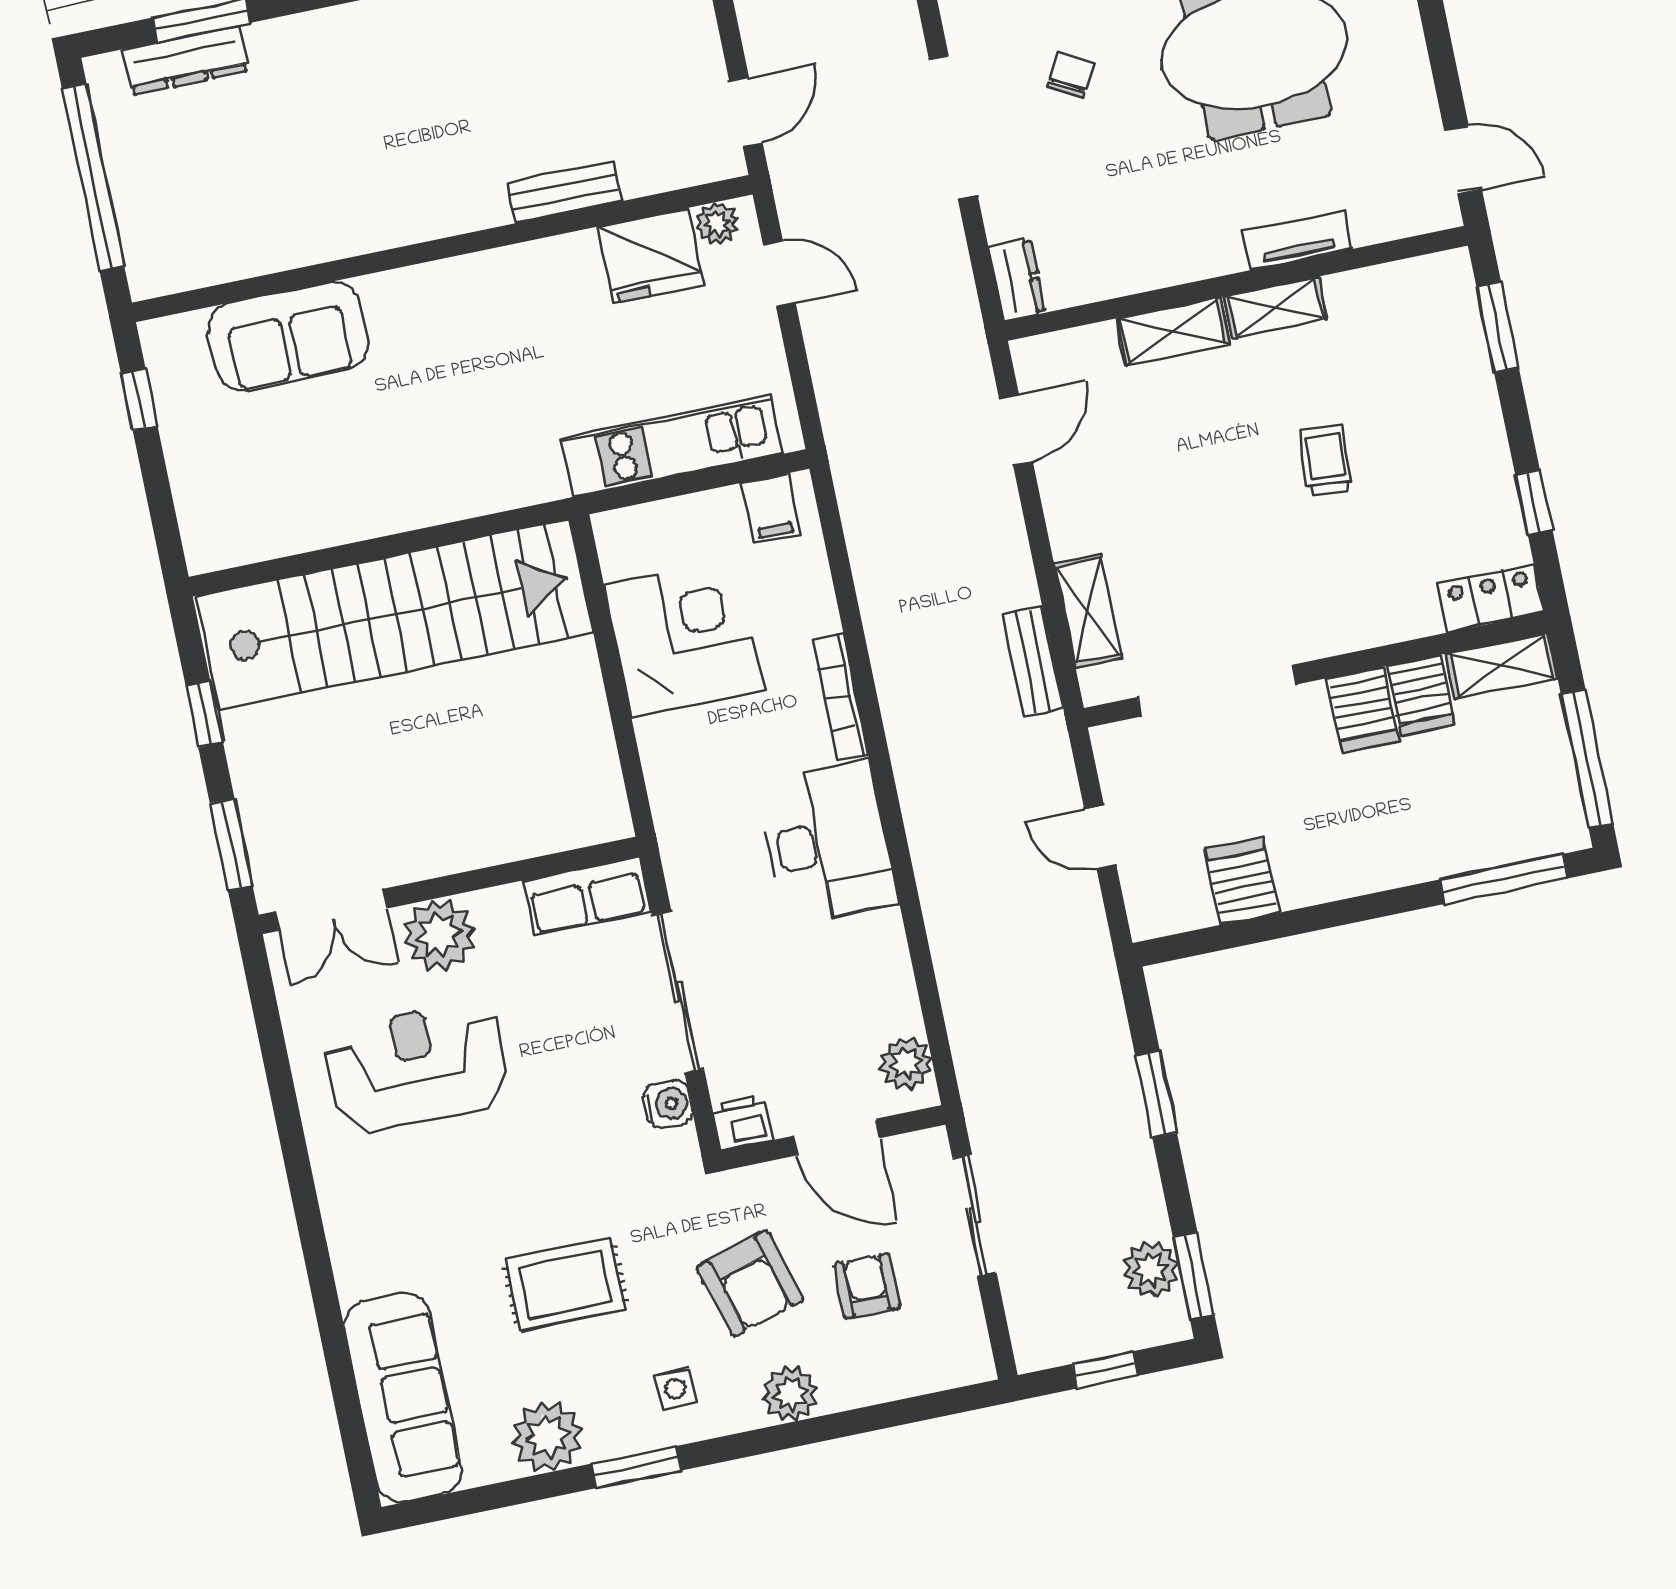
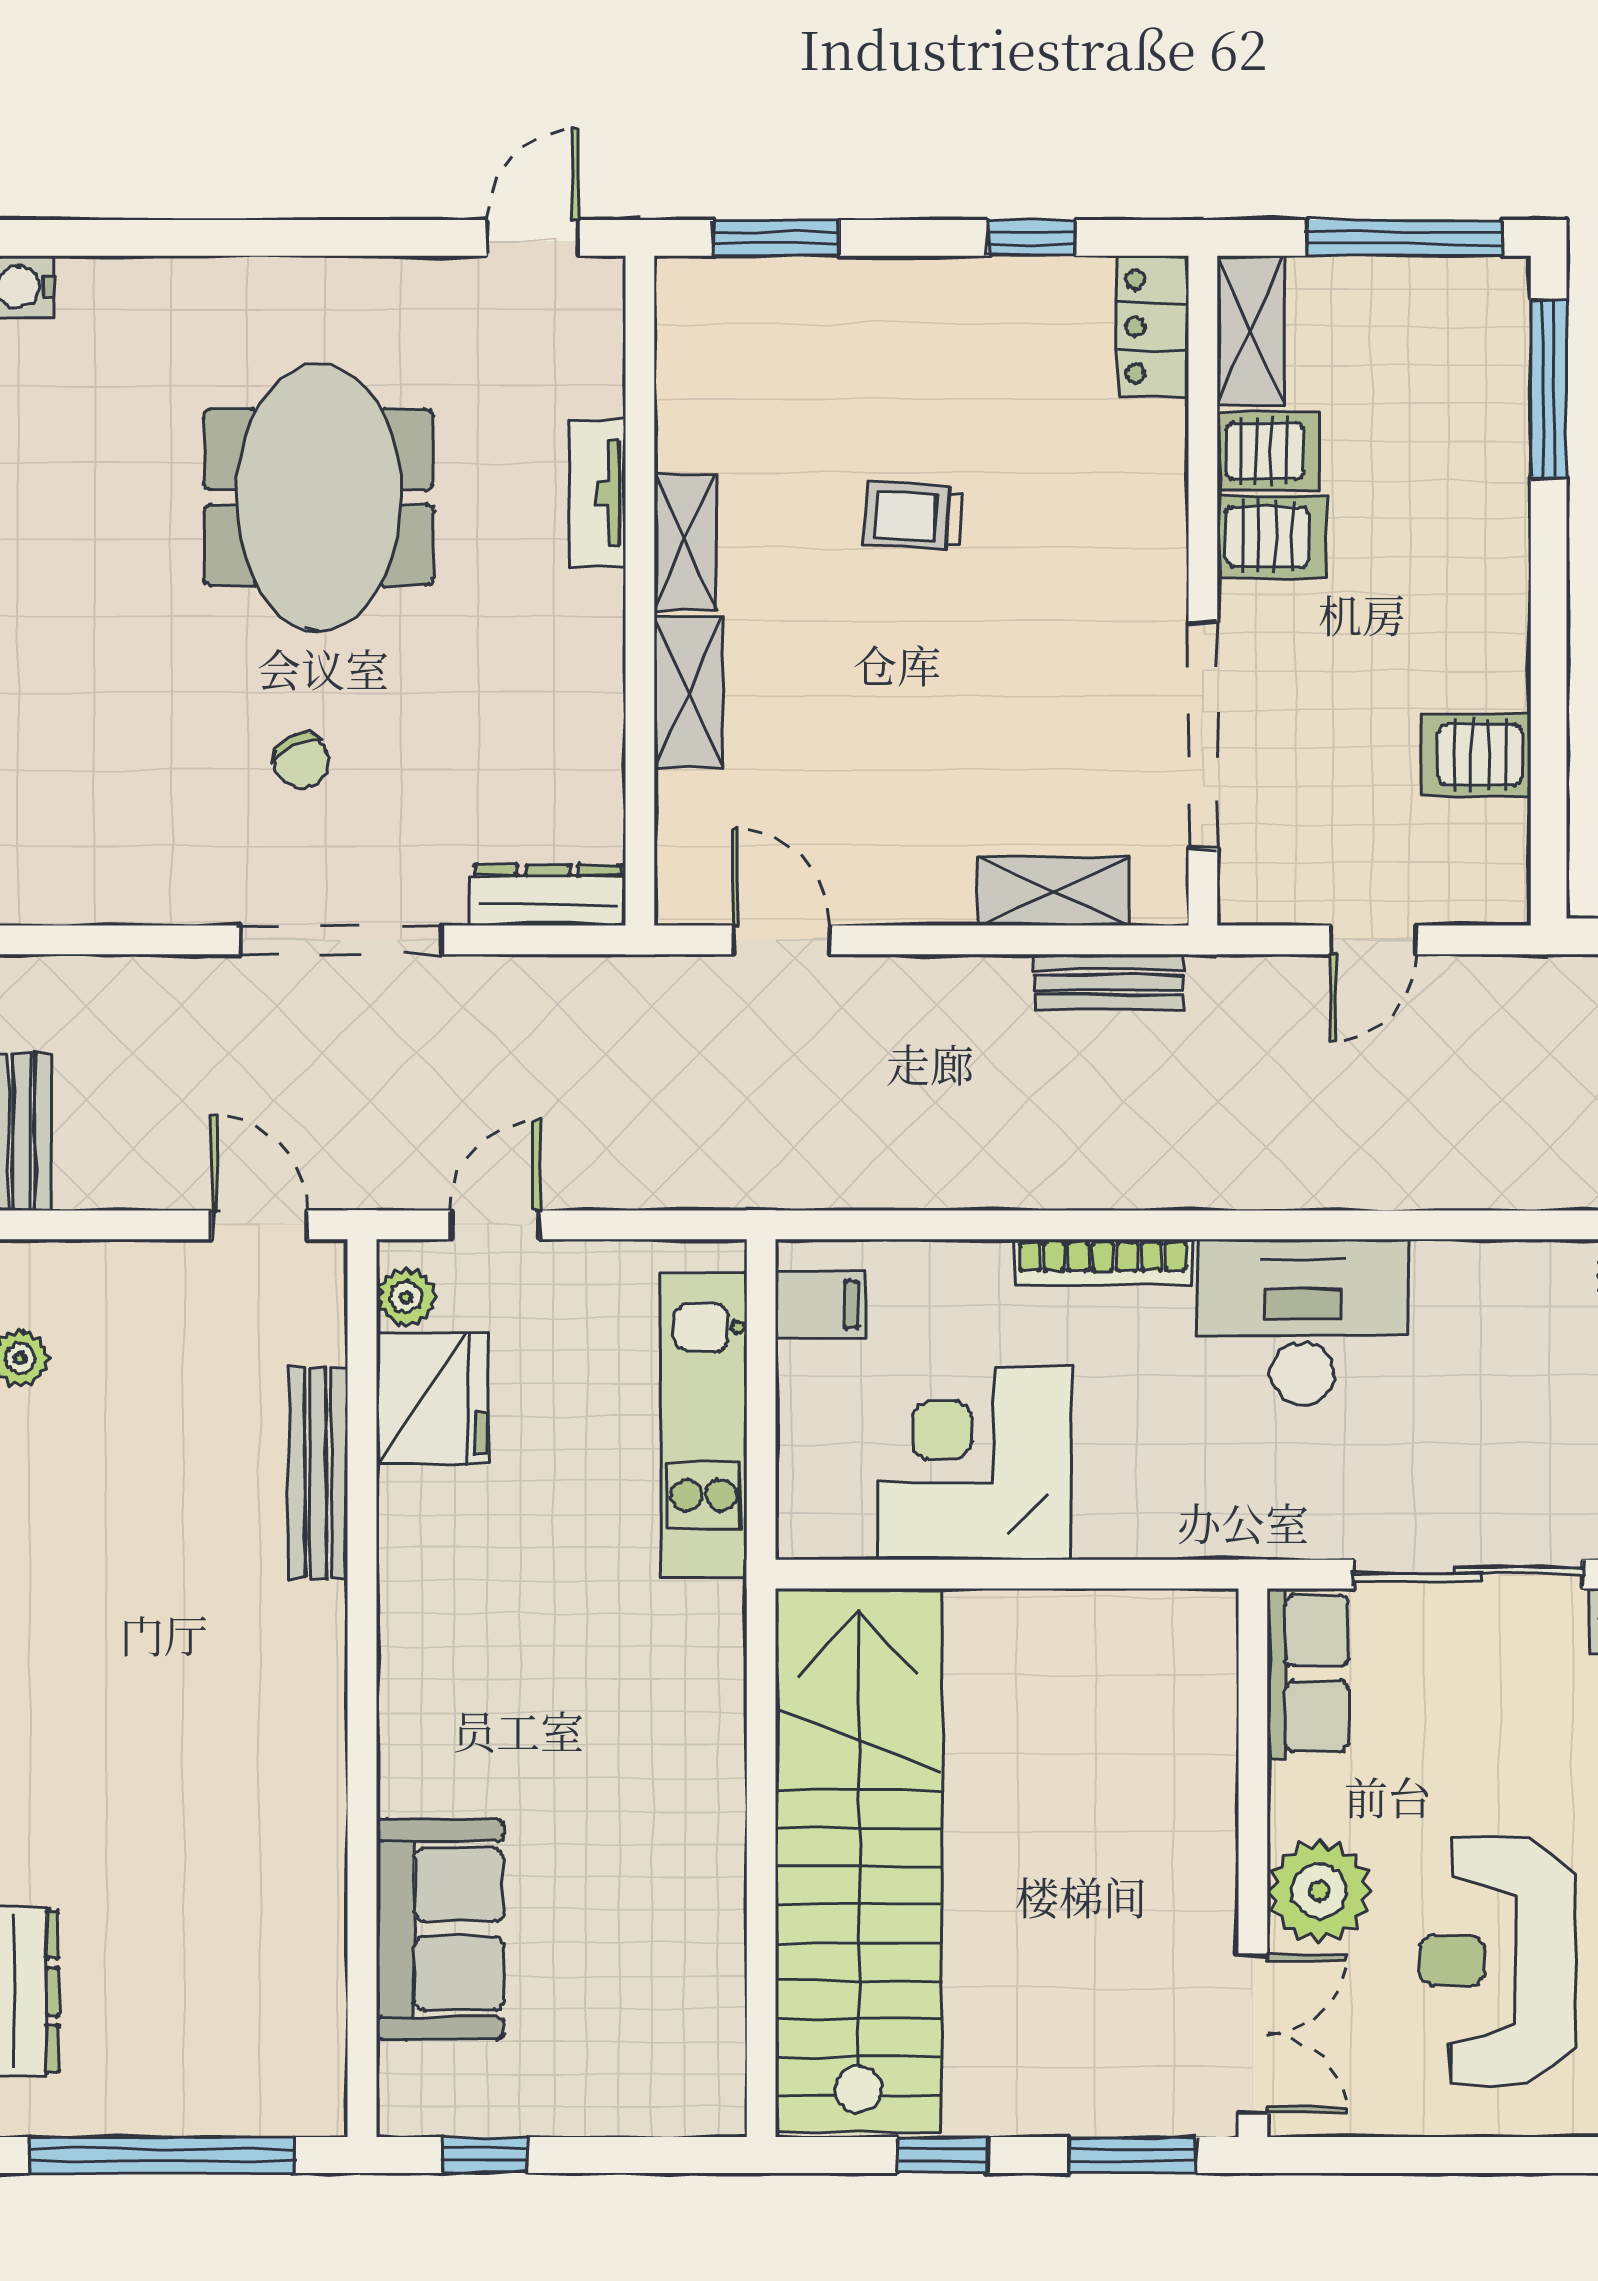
chair: (1071, 75) -> (301, 761), turned -144
bench: (564, 192) -> (318, 1473), width x1.36
dresser: (1017, 280) -> (548, 895), width x1.44

